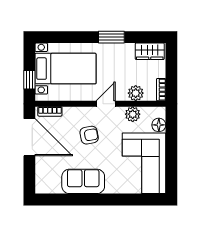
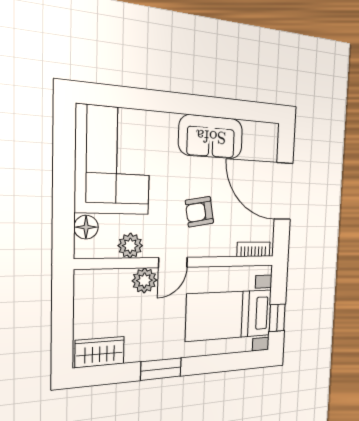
window: (29, 80) -> (277, 318), moved
bookcase: (161, 90) -> (81, 289), removed
plant: (136, 93) -> (144, 280), moved
door: (29, 137) -> (283, 191), moved

